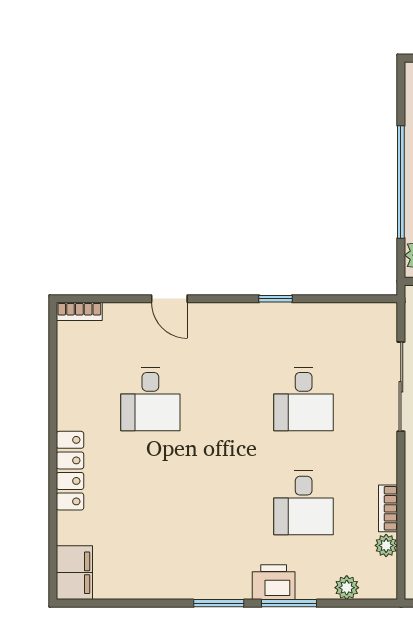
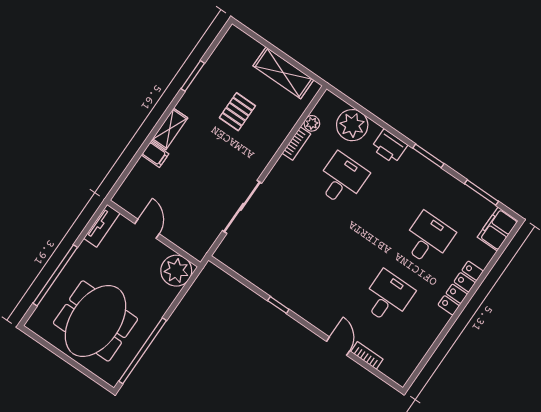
window: (401, 182) -> (143, 351), moved
bookcase: (79, 311) -> (367, 356), moved
desk: (304, 399) -> (428, 239), moved
plant: (347, 588) -> (352, 125), width x1.88, depth x1.88
window: (289, 603) -> (481, 192), moved

